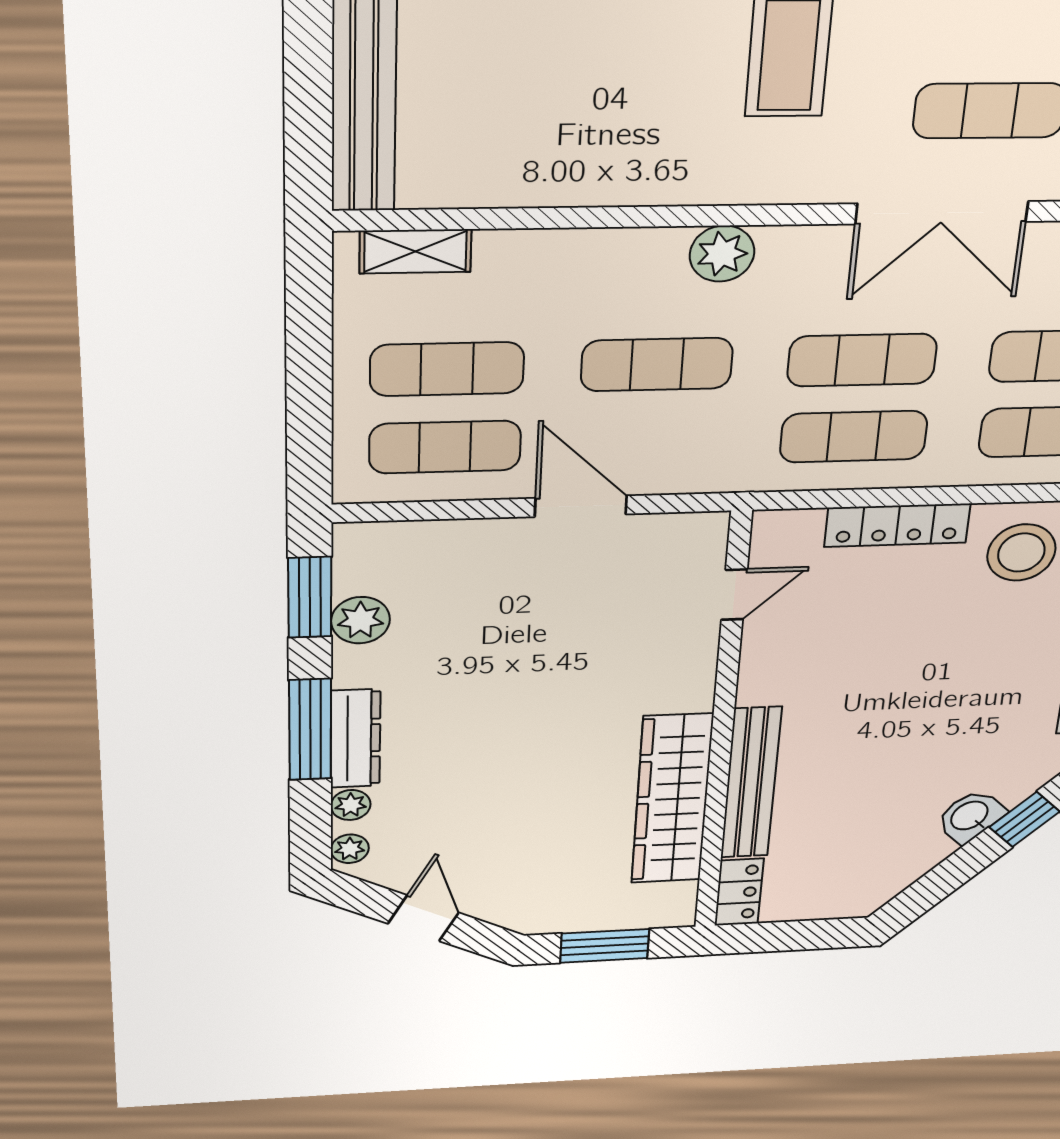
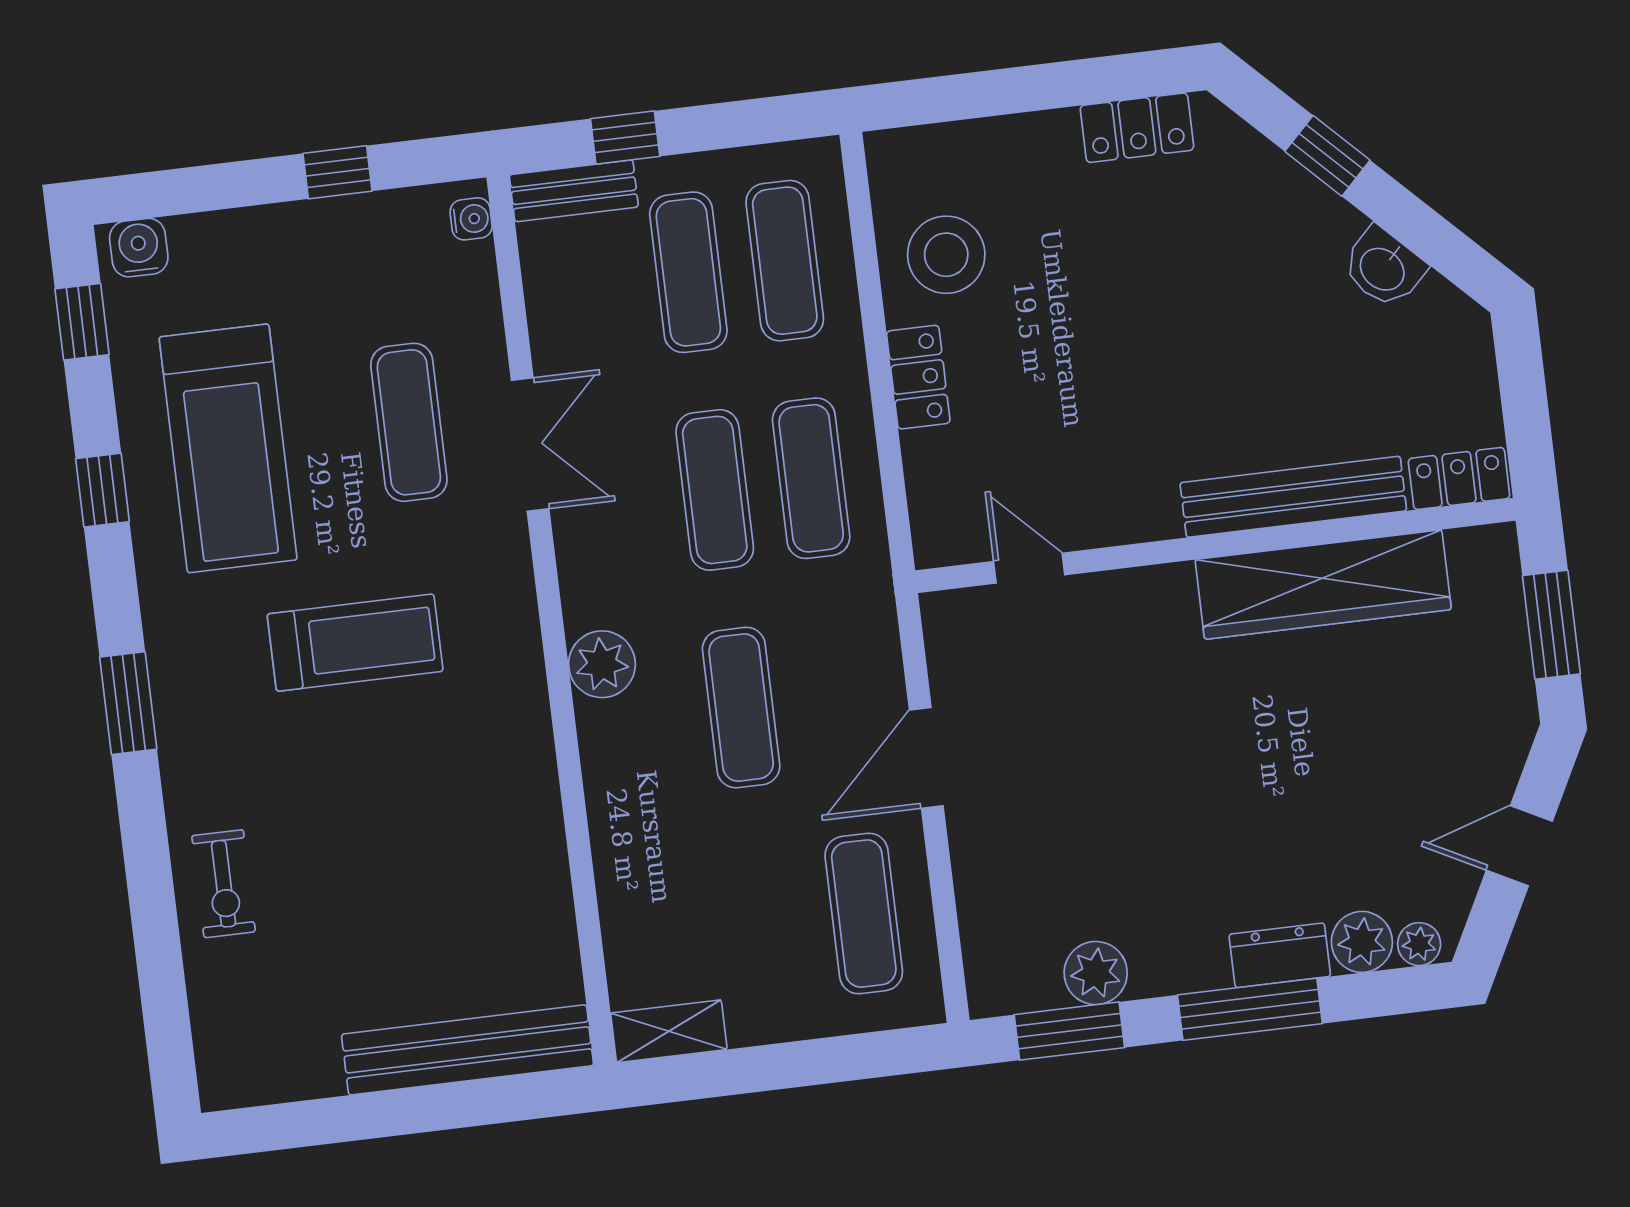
double door: (942, 213) -> (530, 445), width x0.73
shelving: (415, 251) -> (669, 1031), moved, turned 90
exercise mat: (447, 369) -> (767, 925), removed
locker: (897, 525) -> (918, 377), width x0.66
dresser: (355, 738) -> (1280, 955), width x0.70
plant: (351, 805) -> (1362, 942), width x1.38, depth x1.38
washbasin: (970, 816) -> (1383, 268), moved

